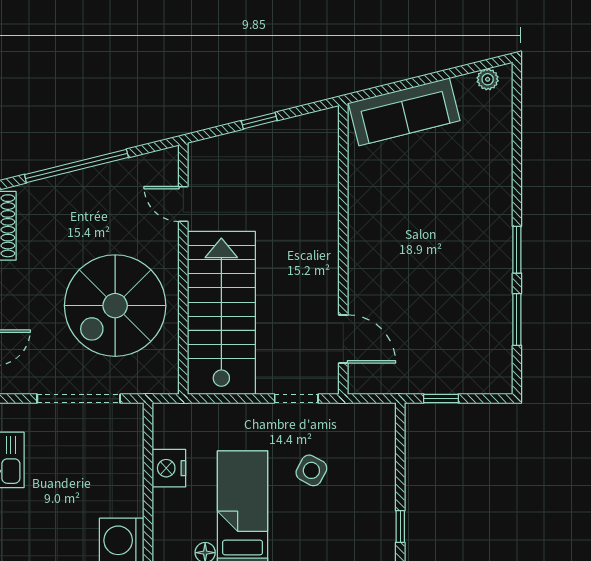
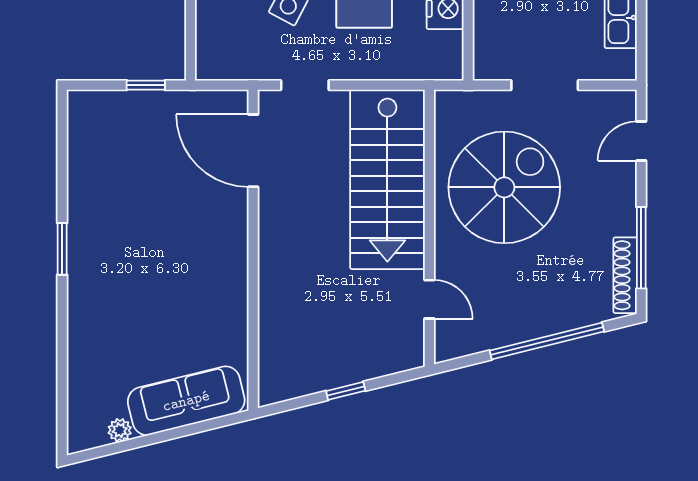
plant: (488, 79) -> (120, 430), moved
window: (517, 320) -> (62, 172), removed
door: (343, 339) -> (253, 151), width x1.36
doorway: (79, 399) -> (545, 85), width x0.73

